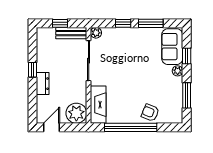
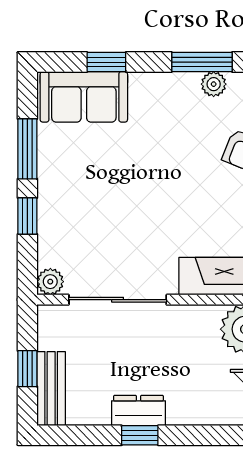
bench: (71, 33) -> (51, 389), moved
plant: (178, 71) -> (214, 84), moved
dresser: (43, 84) -> (138, 411), moved

